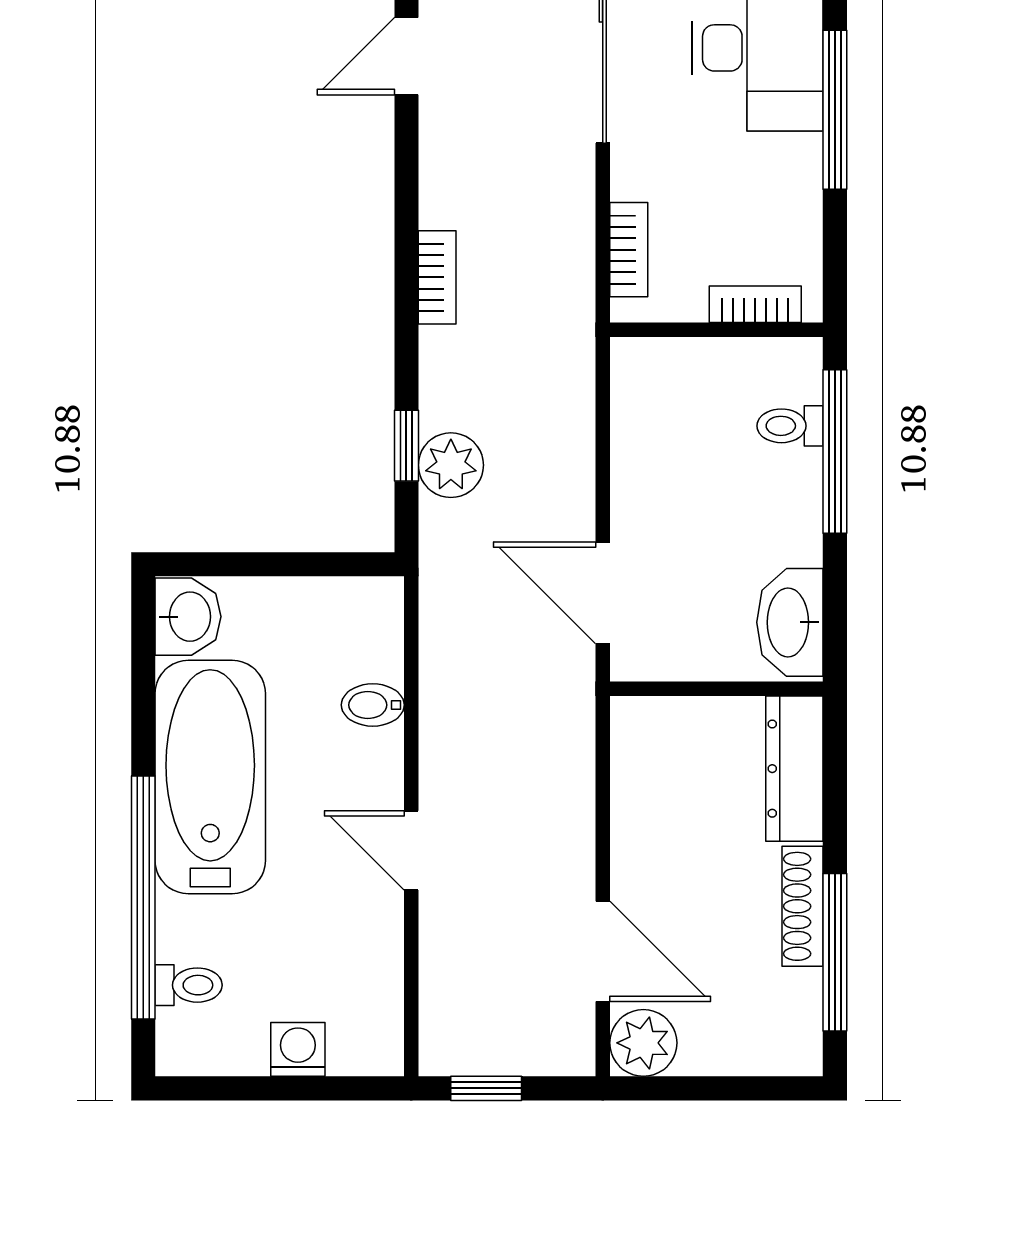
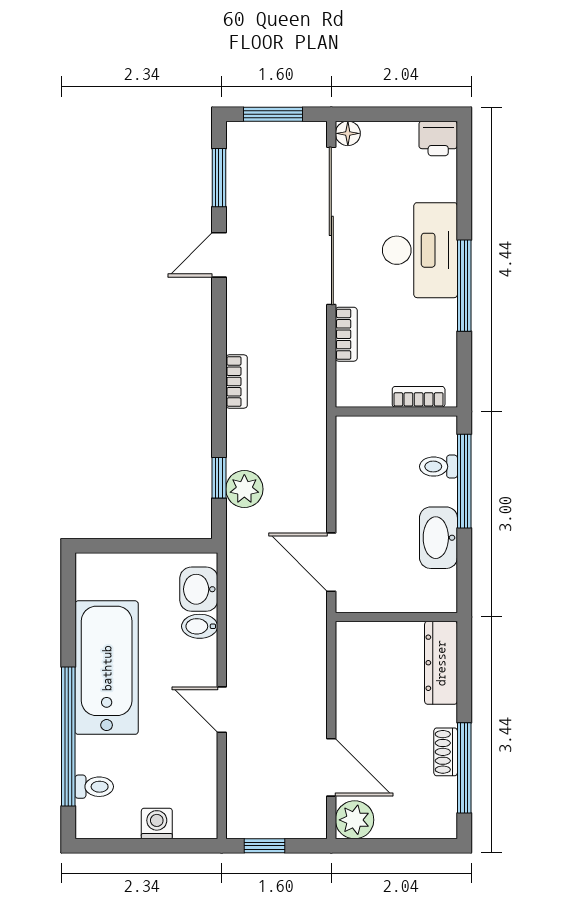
bookcase: (629, 250) -> (346, 334), moved
washbasin: (188, 617) -> (199, 589), moved, turned 180
washbasin: (790, 622) -> (438, 538), moved
shoe rack: (802, 906) -> (446, 752), width x0.70

